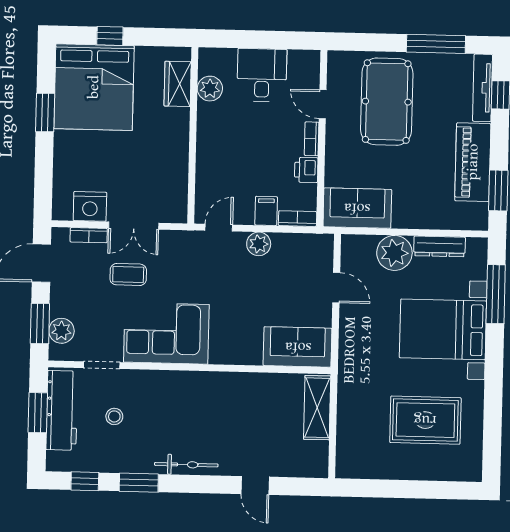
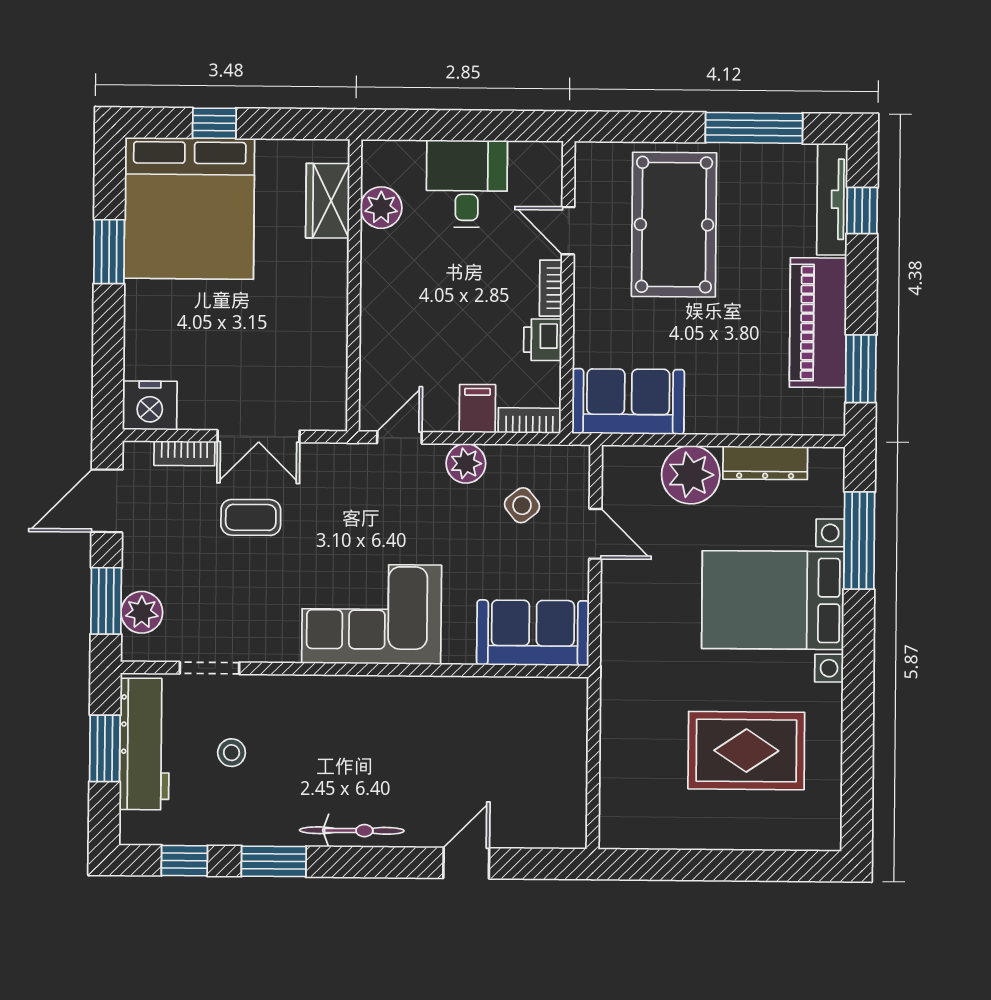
nightstand: (90, 206) -> (150, 405), moved
side table: (292, 270) -> (522, 505), added
corner sofa: (166, 333) -> (372, 614), moved
shelving: (317, 408) -> (567, 733), removed
door: (255, 485) -> (466, 863), swing flipped

